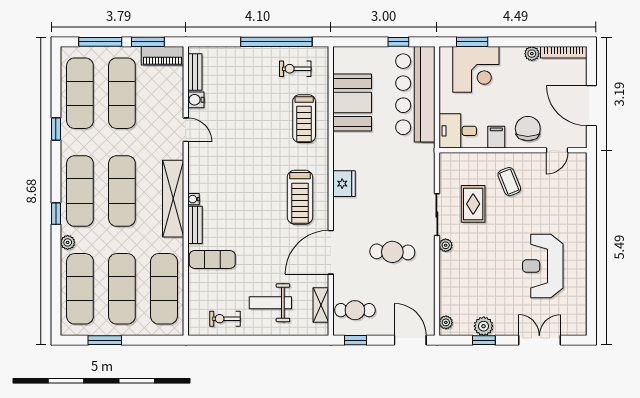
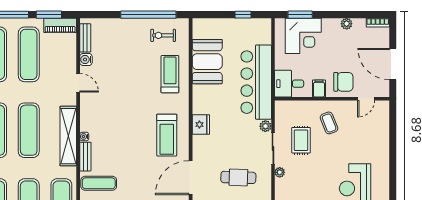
bookcase: (564, 52) -> (378, 23), width x0.64
bar counter: (415, 94) -> (256, 82), moved
treadmill: (304, 119) -> (170, 74), turned 180
chair: (528, 129) -> (343, 82), turned 90
plant: (427, 186) -> (265, 126), added

